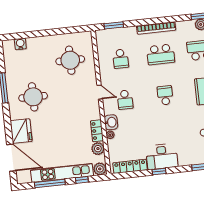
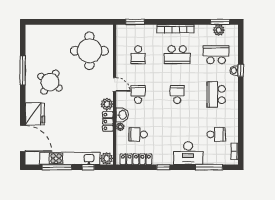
water cooler: (20, 44) -> (43, 30), removed
round table: (70, 60) -> (89, 51), width x1.36, depth x1.36
round table: (33, 97) -> (50, 82), turned 33
school desk: (125, 100) -> (138, 95), turned 180
school desk: (129, 141) -> (138, 134), added
plant: (98, 149) -> (107, 104), moved
desk: (162, 157) -> (188, 153), moved

